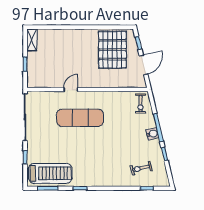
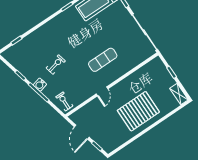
pallet: (112, 50) -> (138, 111), moved, turned 90
door: (71, 90) -> (102, 91), moved
exercise mat: (80, 118) -> (103, 60), width x0.73, depth x0.69
exercise bike: (141, 168) -> (56, 64), moved

